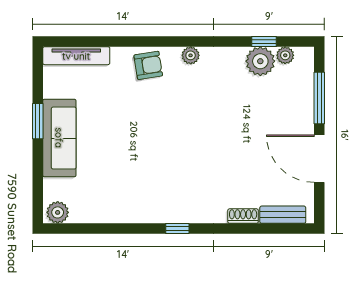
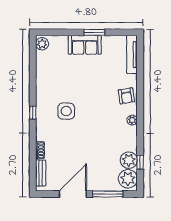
plant: (285, 55) -> (128, 179), width x1.87, depth x1.87
sofa: (59, 138) -> (85, 45), width x0.73
side table: (175, 170) -> (66, 111), added

